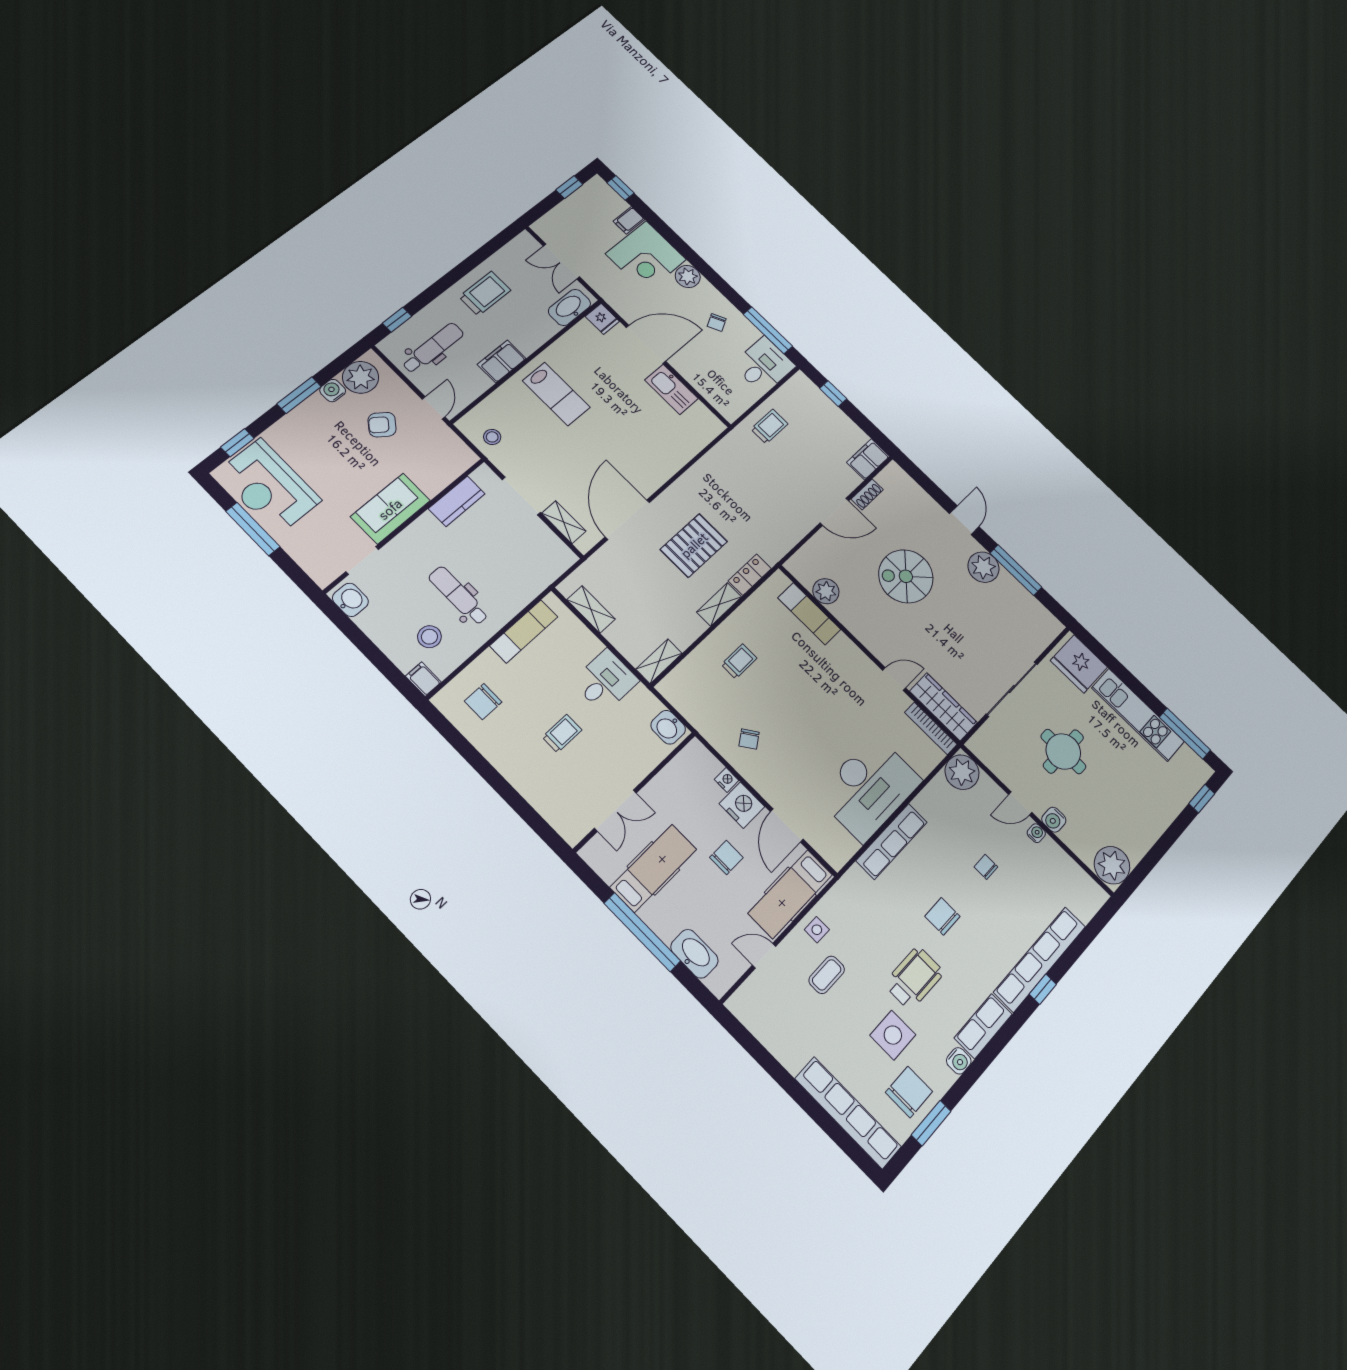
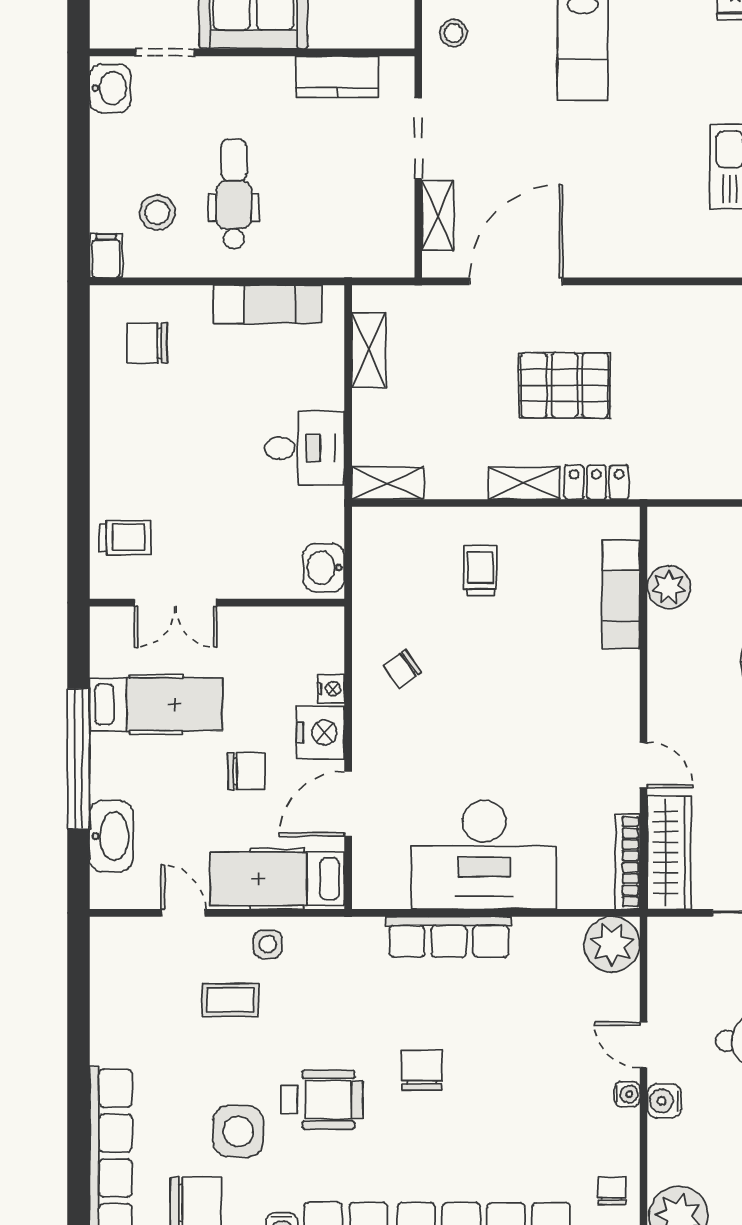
trolley: (739, 661) -> (480, 571), turned -90
trolley: (562, 734) -> (125, 537), moved
chair: (986, 867) -> (612, 1191), moved

